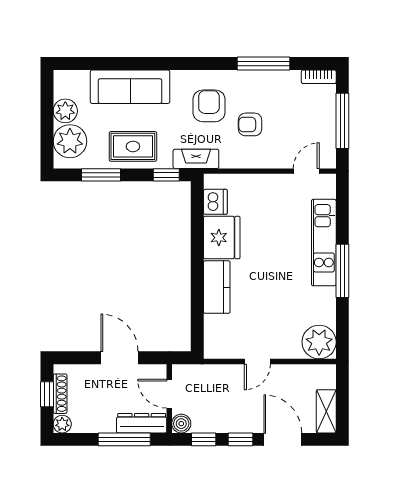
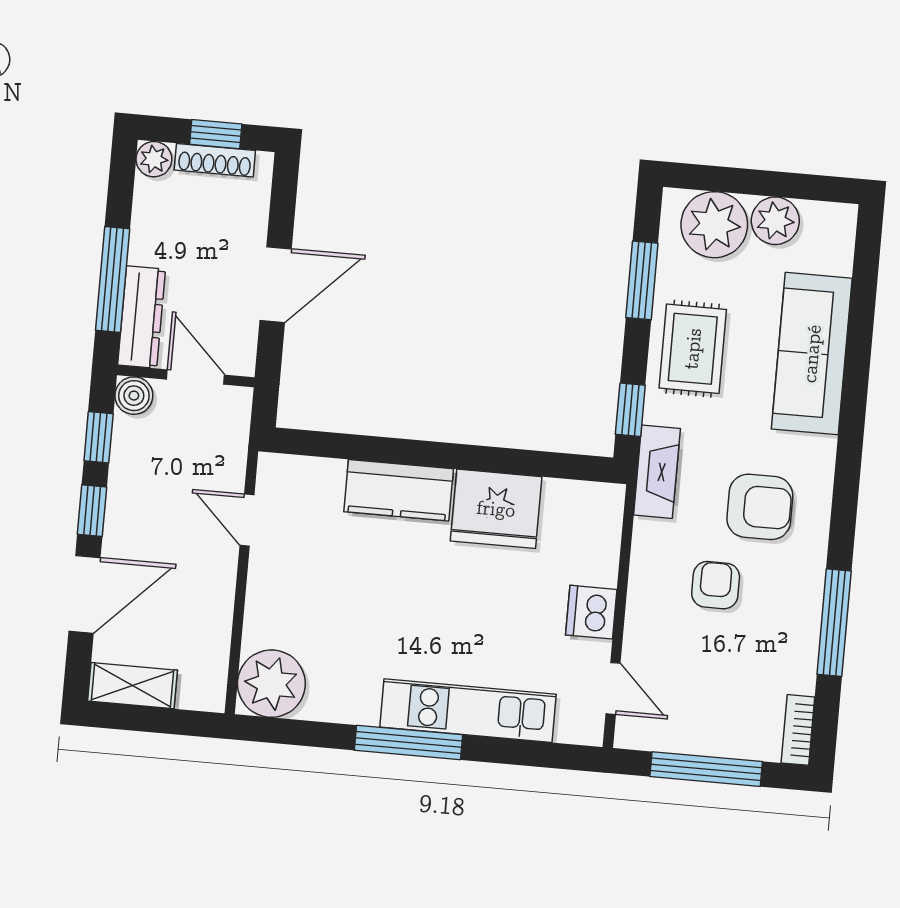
dishwasher: (215, 202) -> (591, 612), moved, turned 90
door: (257, 362) -> (247, 520), moved
door: (169, 394) -> (196, 377), hinge flipped

